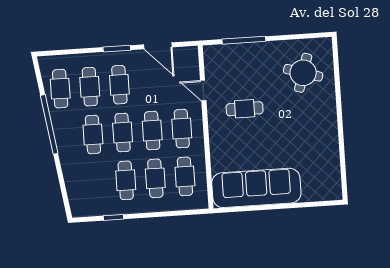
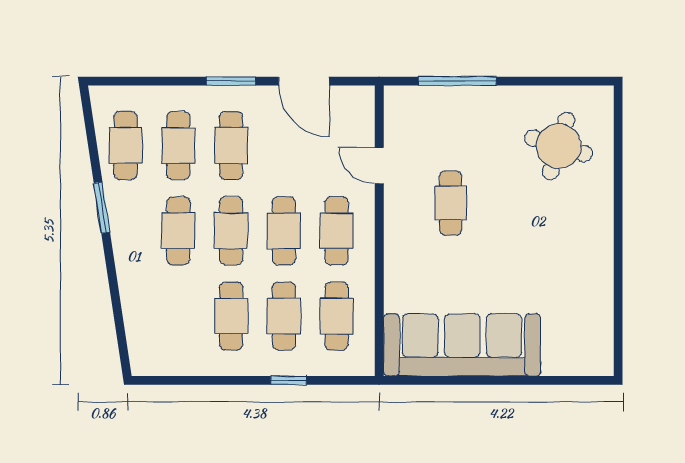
cafe table: (245, 109) -> (451, 203), turned 90
window: (49, 124) -> (102, 208), width x0.47
window: (113, 217) -> (289, 380), moved

